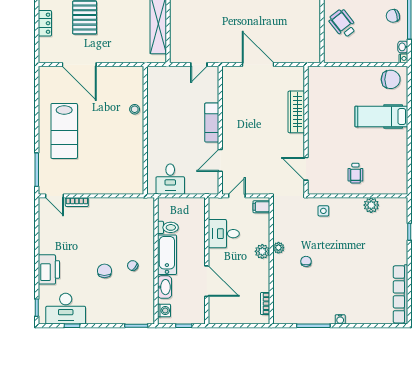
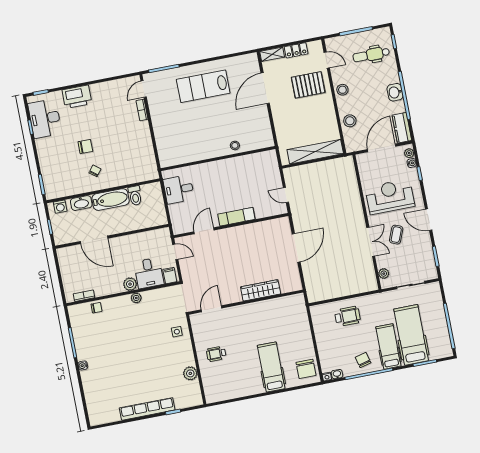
wheelchair: (343, 23) -> (348, 316), turned 38
shelving: (44, 50) -> (272, 54), added
door: (220, 160) -> (204, 231), hinge flipped
desk: (224, 234) -> (149, 273), moved, turned 180
chair: (306, 261) -> (96, 308), moved
door: (207, 281) -> (94, 240), hinge flipped
row of seats: (400, 294) -> (147, 409), moved

